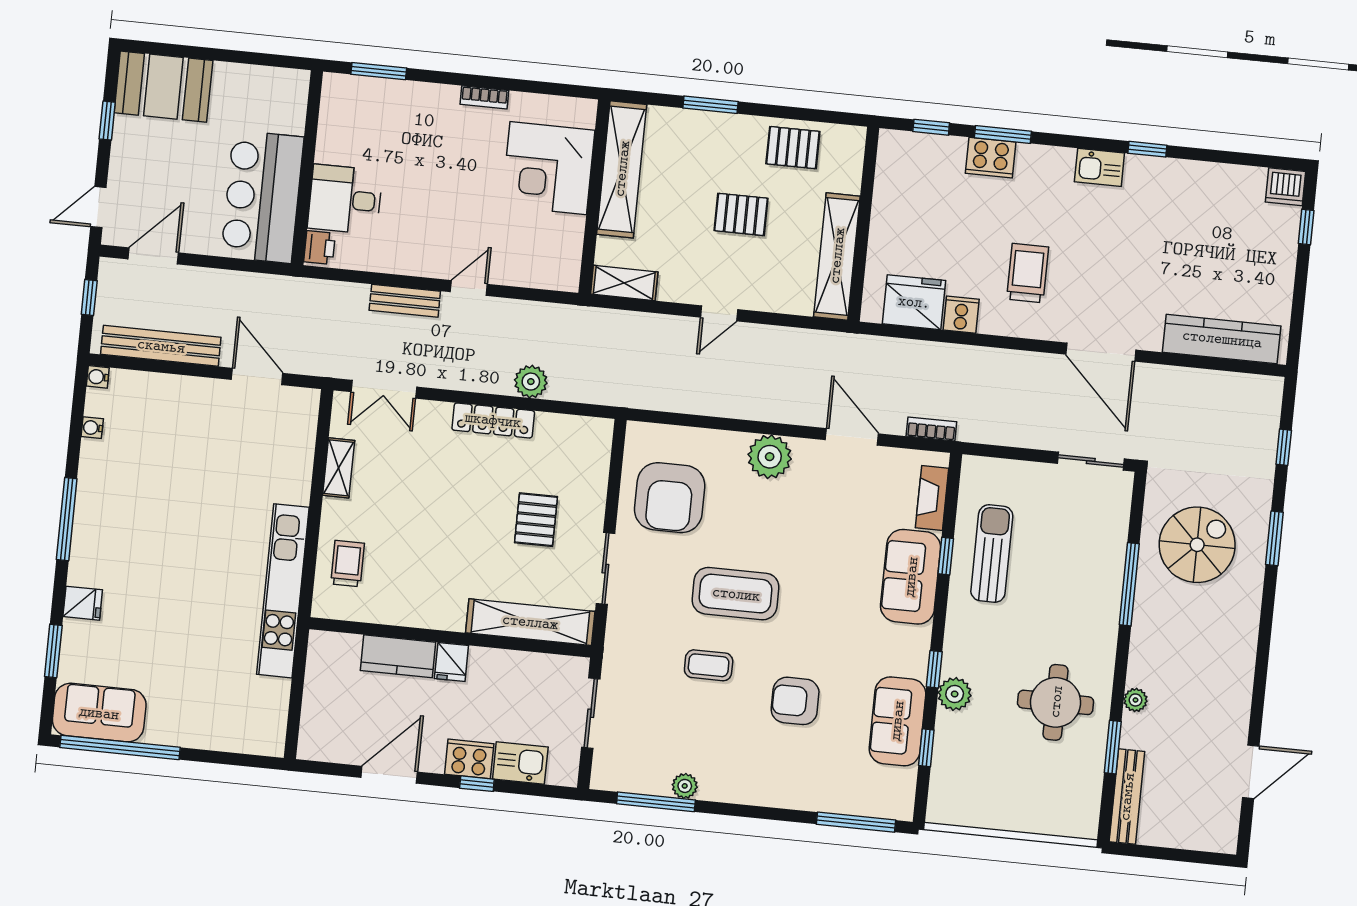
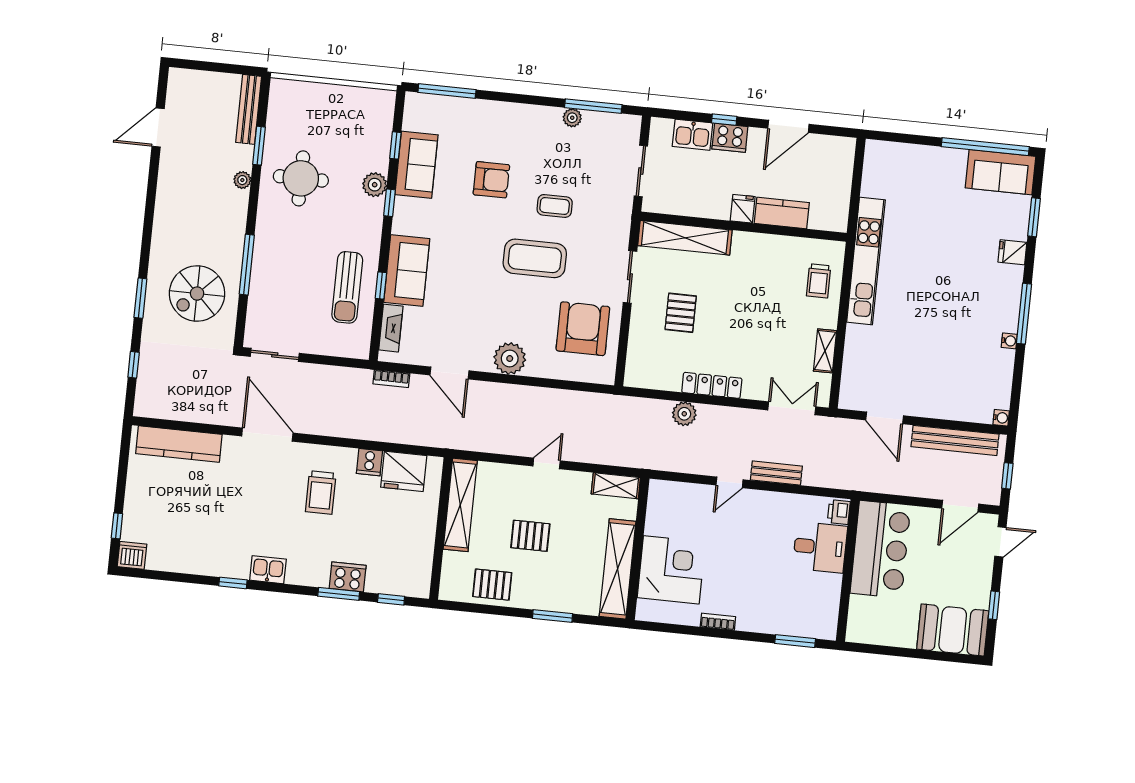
water cooler: (92, 428) -> (1009, 341), moved

